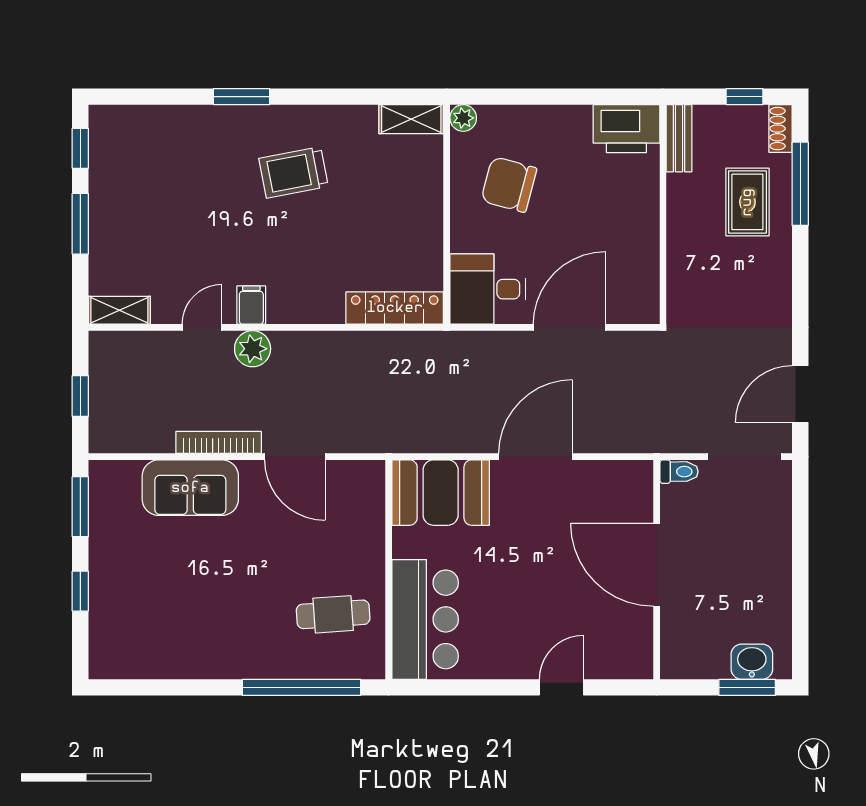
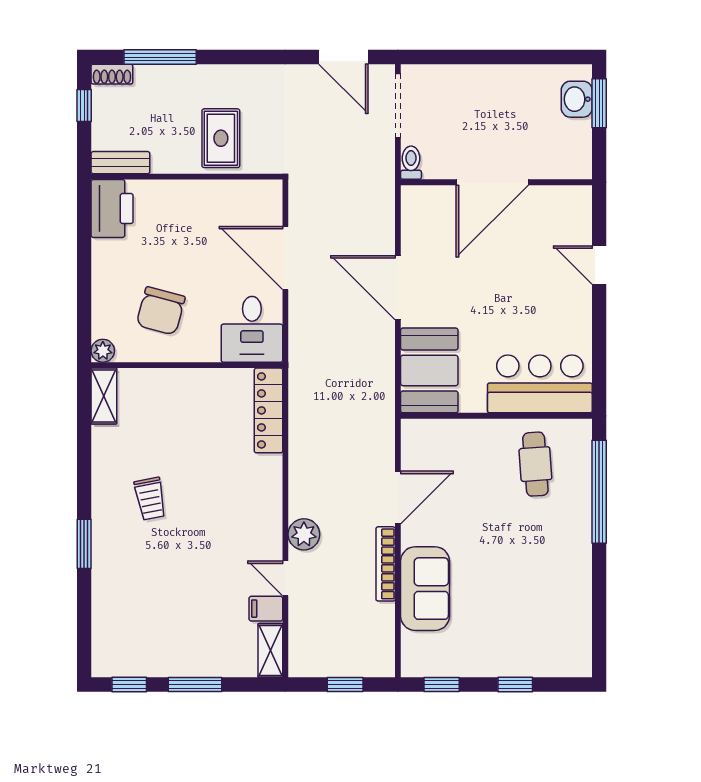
trolley: (293, 172) -> (150, 499), width x0.73, depth x0.72
rug: (747, 202) -> (221, 138), moved, turned 90
filing cabinet: (251, 305) -> (266, 609), moved
window: (80, 507) -> (442, 685), width x0.67

